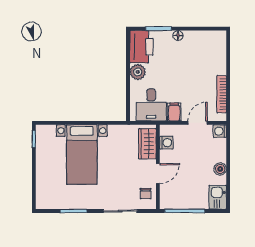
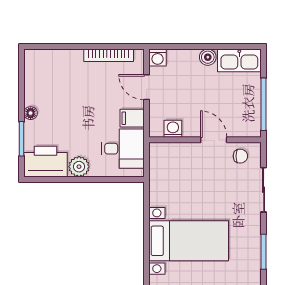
wardrobe: (147, 144) -> (174, 154), removed
kitchen sink: (218, 197) -> (239, 60), width x1.38

